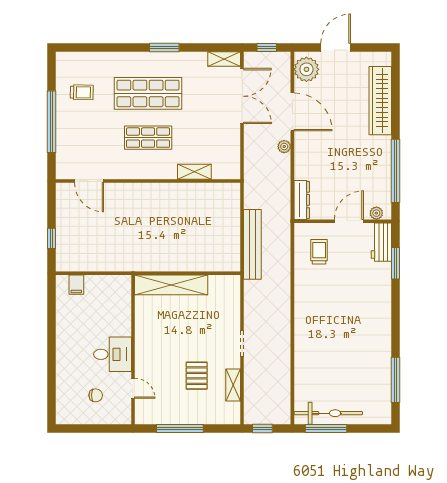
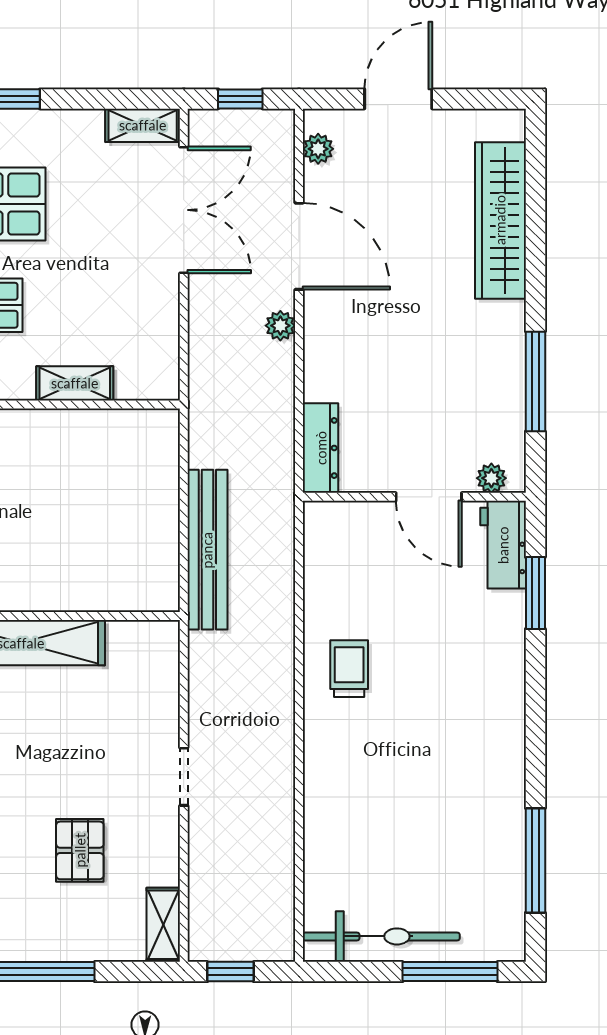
plant: (306, 69) -> (318, 149), width x0.53, depth x0.53
window: (396, 171) -> (535, 381), width x0.68
door: (349, 221) -> (429, 497), swing flipped
trolley: (319, 252) -> (349, 669), moved
shelving: (233, 385) -> (163, 925), moved
window: (326, 428) -> (450, 972), moved

